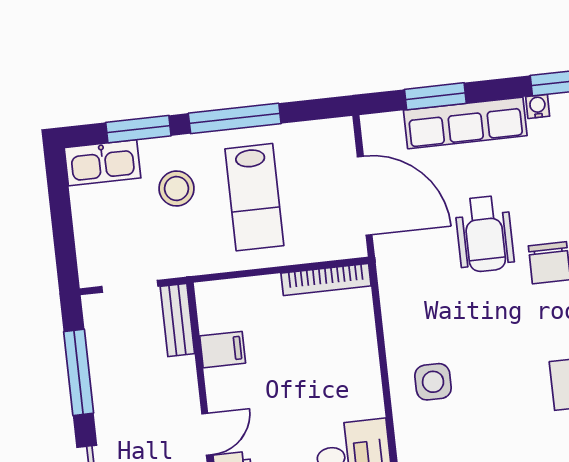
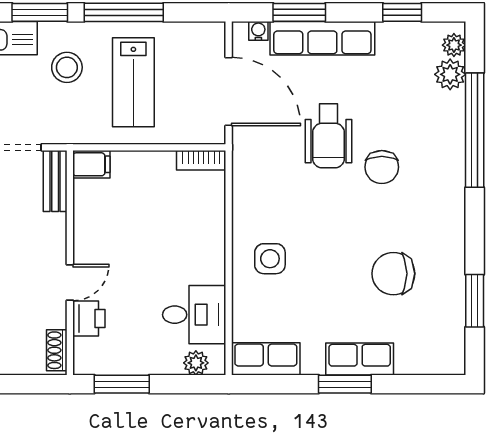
water cooler: (538, 106) -> (258, 31), moved
bookcase: (326, 279) -> (201, 160), width x0.64
filing cabinet: (223, 350) -> (91, 164), moved

